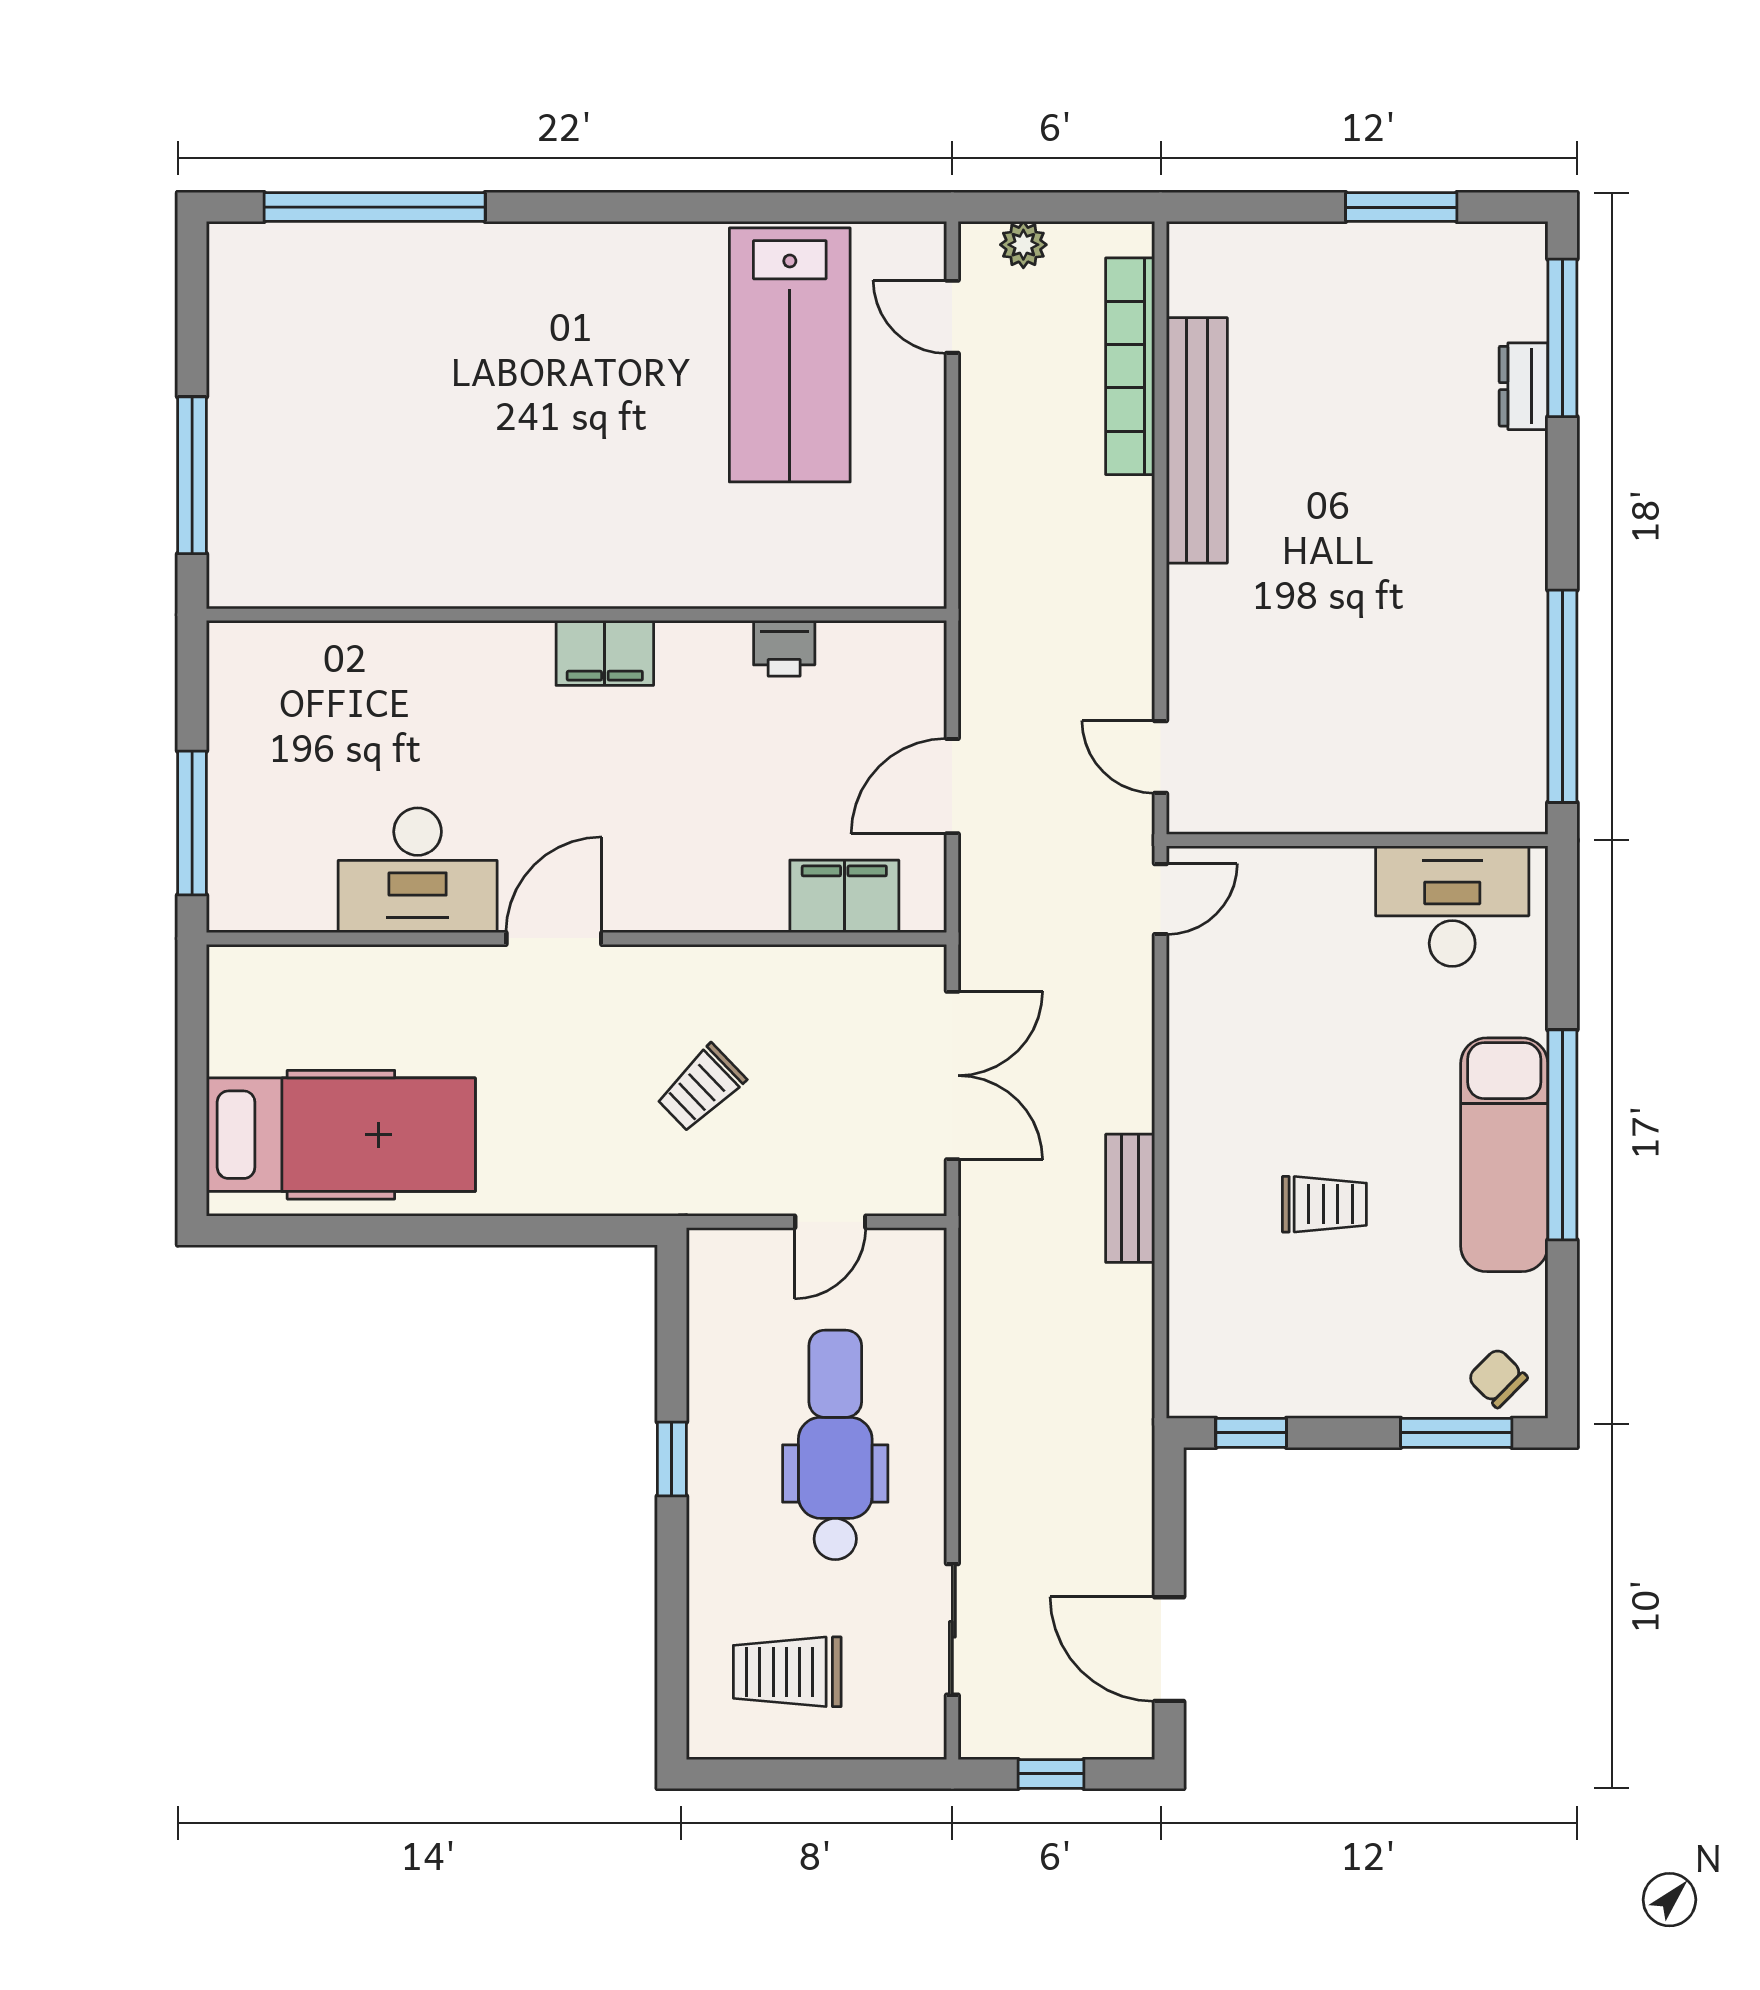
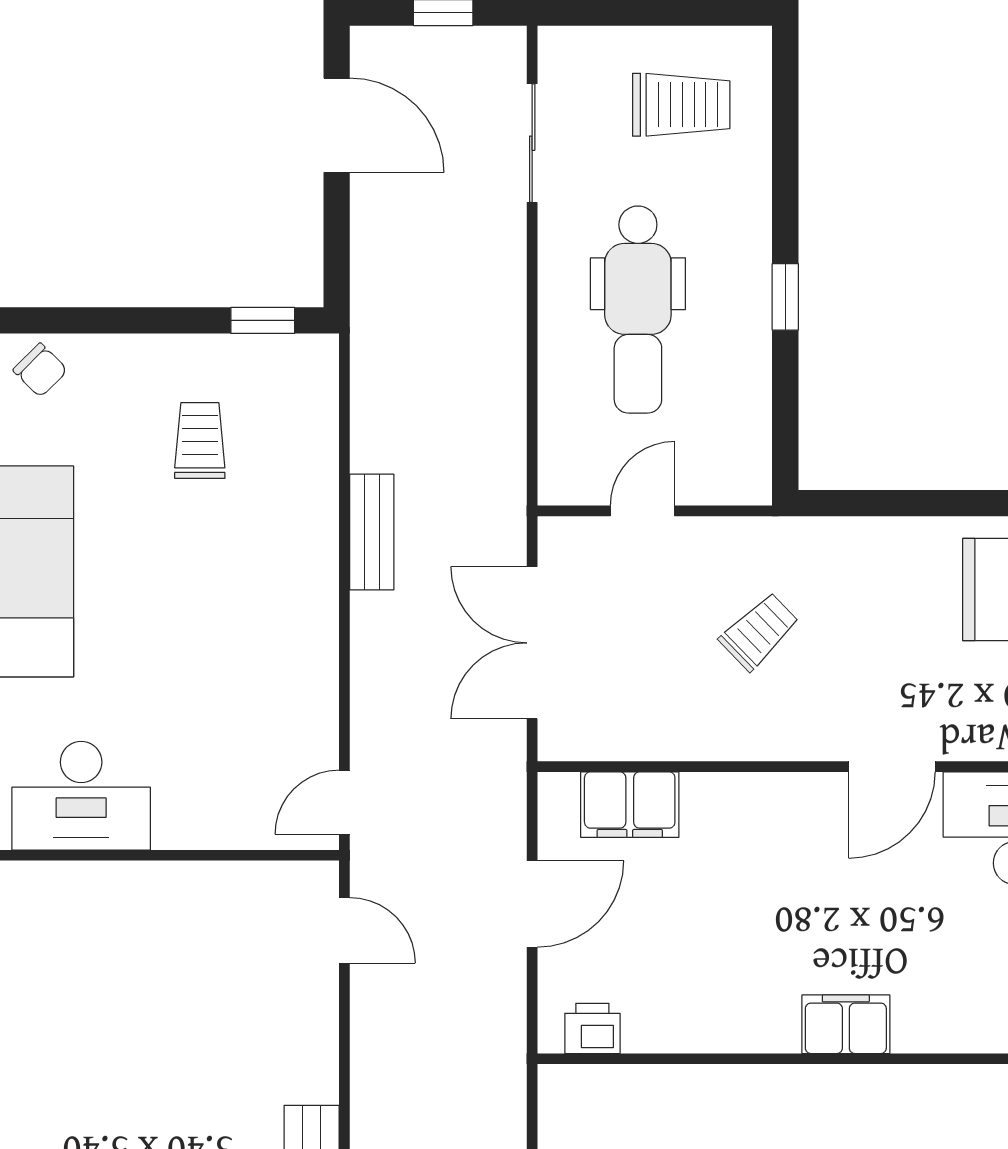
printer: (784, 648) -> (592, 1028), moved
trolley: (1324, 1204) -> (200, 441), moved, turned 90
window: (1456, 1433) -> (77, 320), removed

